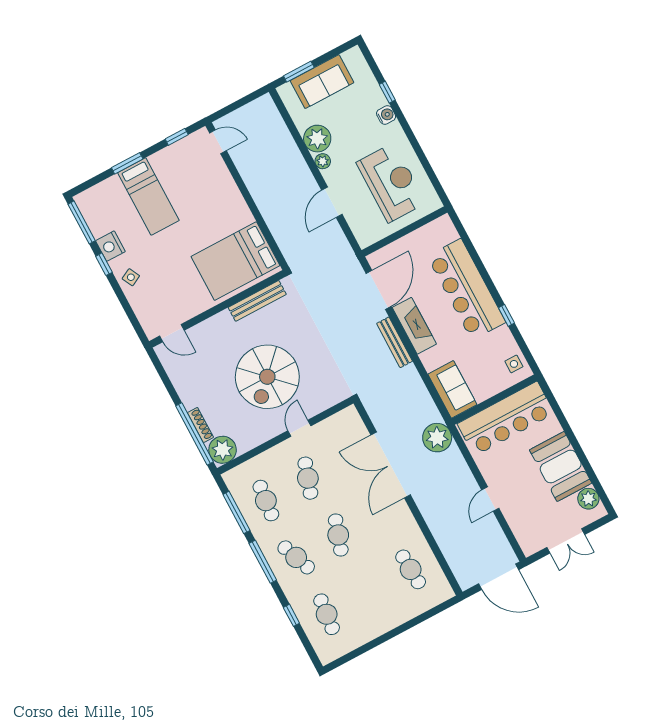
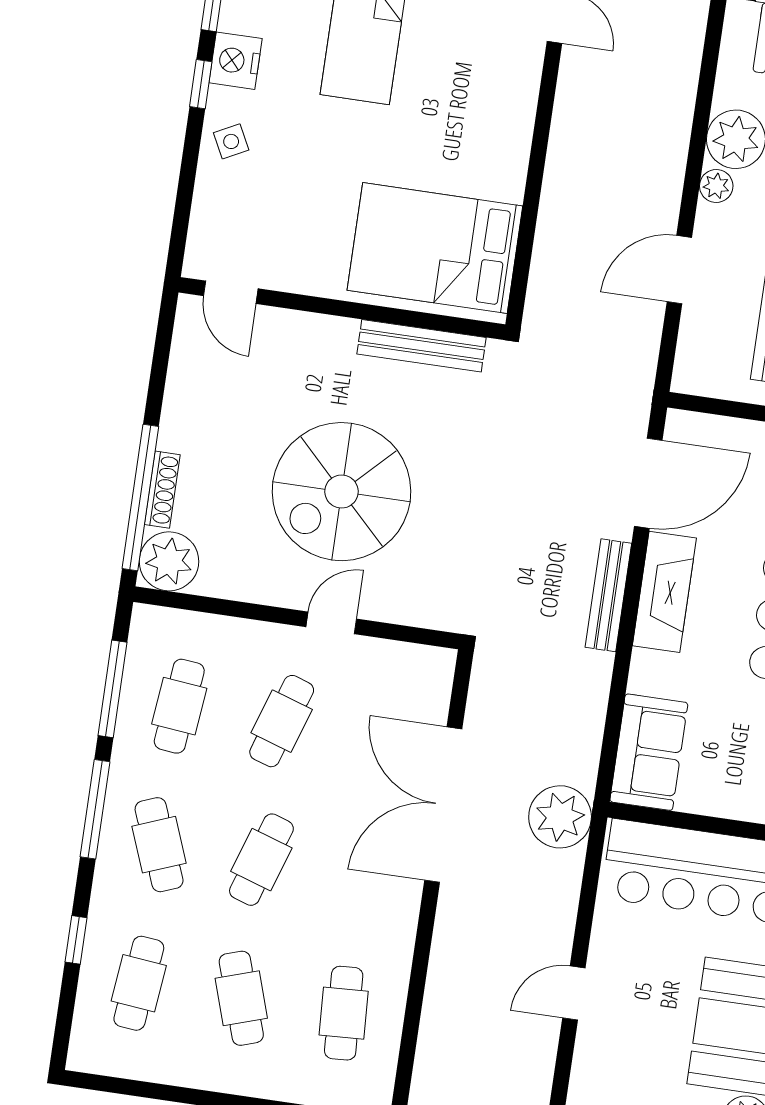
cafe table: (369, 592) -> (241, 998), added

